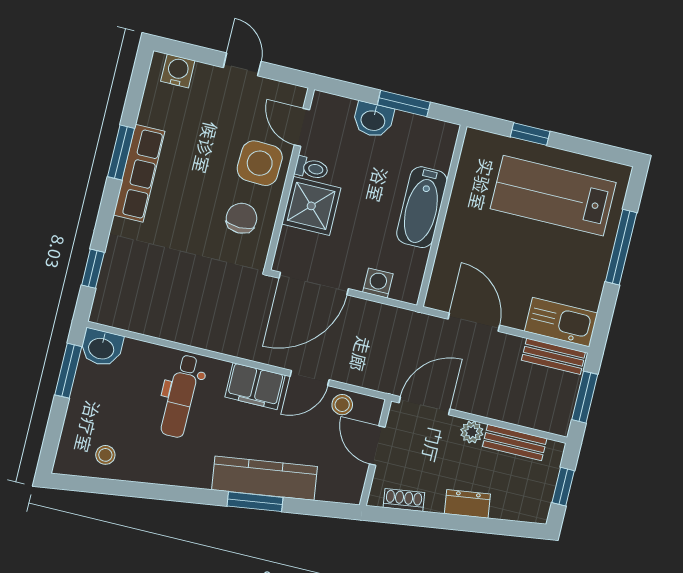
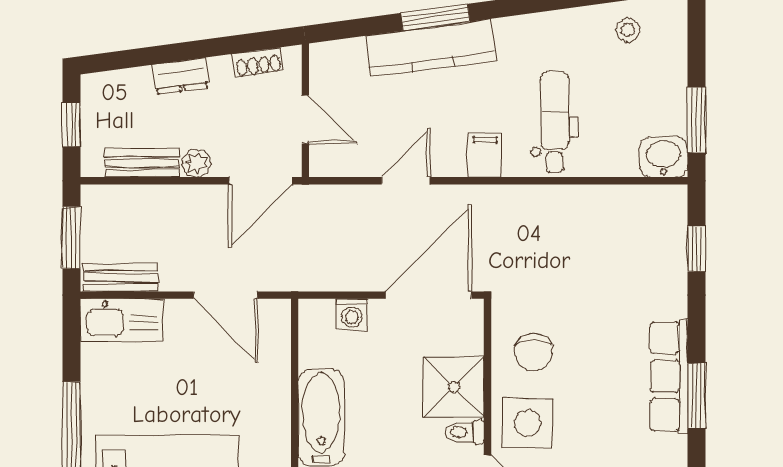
filing cabinet: (255, 386) -> (485, 155), width x0.50
stool: (342, 405) -> (359, 158), removed

